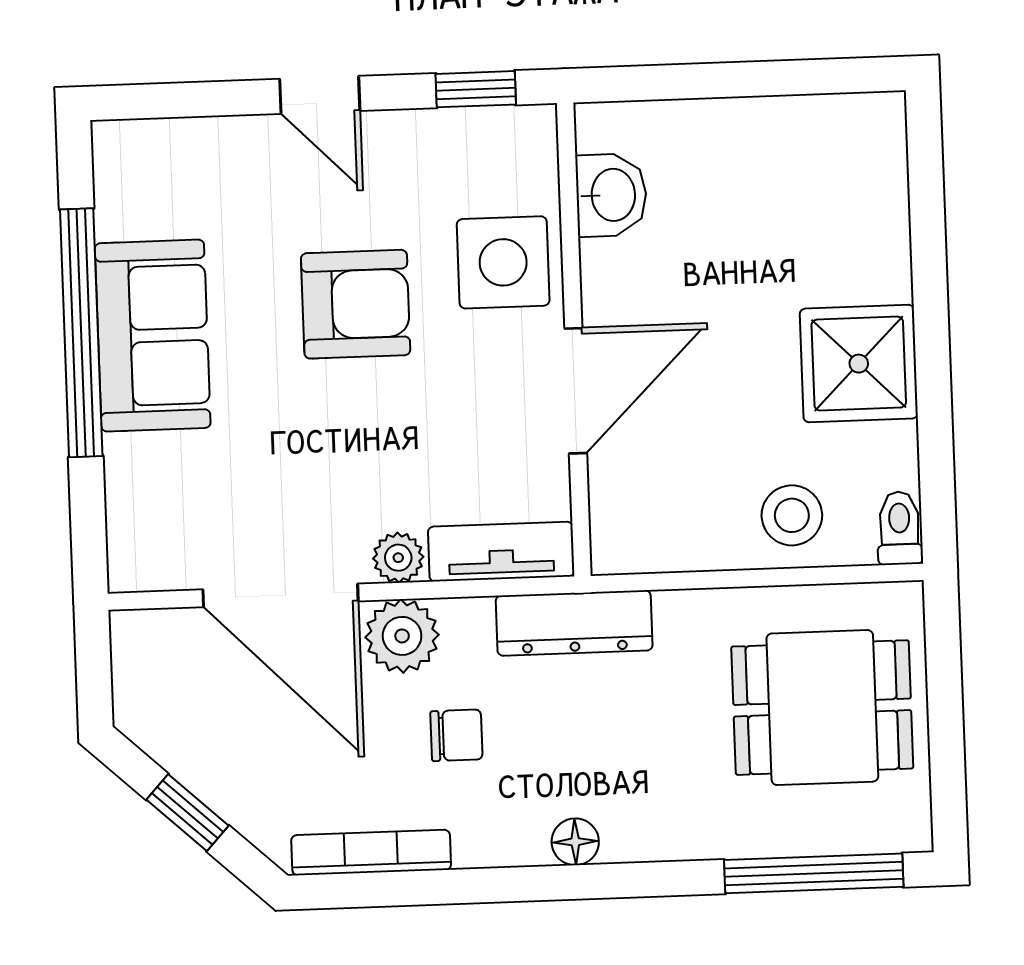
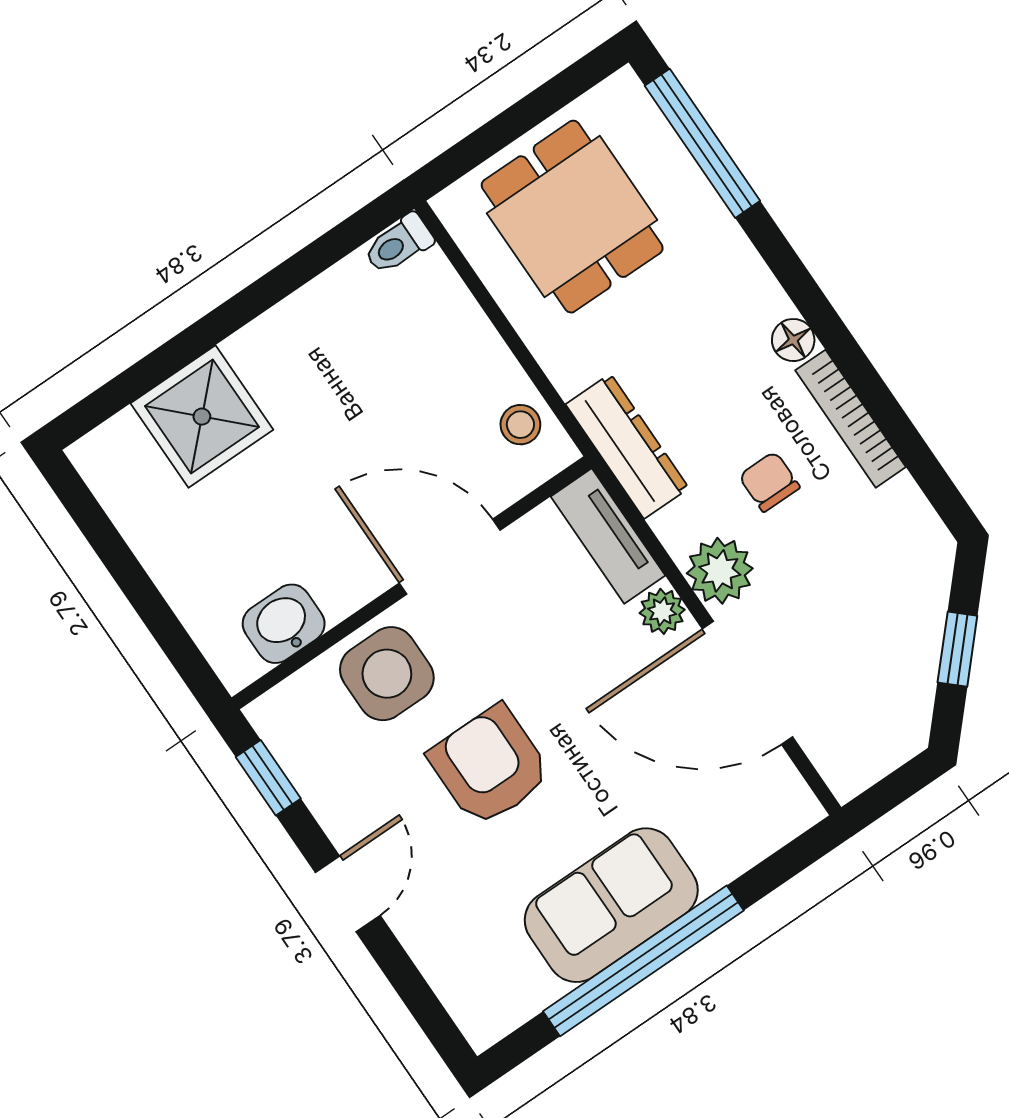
shower: (859, 364) -> (202, 417), moved
stool: (792, 515) -> (520, 425), moved, width x0.73, depth x0.73
door: (280, 595) -> (747, 683), swing flipped
bookcase: (371, 853) -> (851, 419), moved

